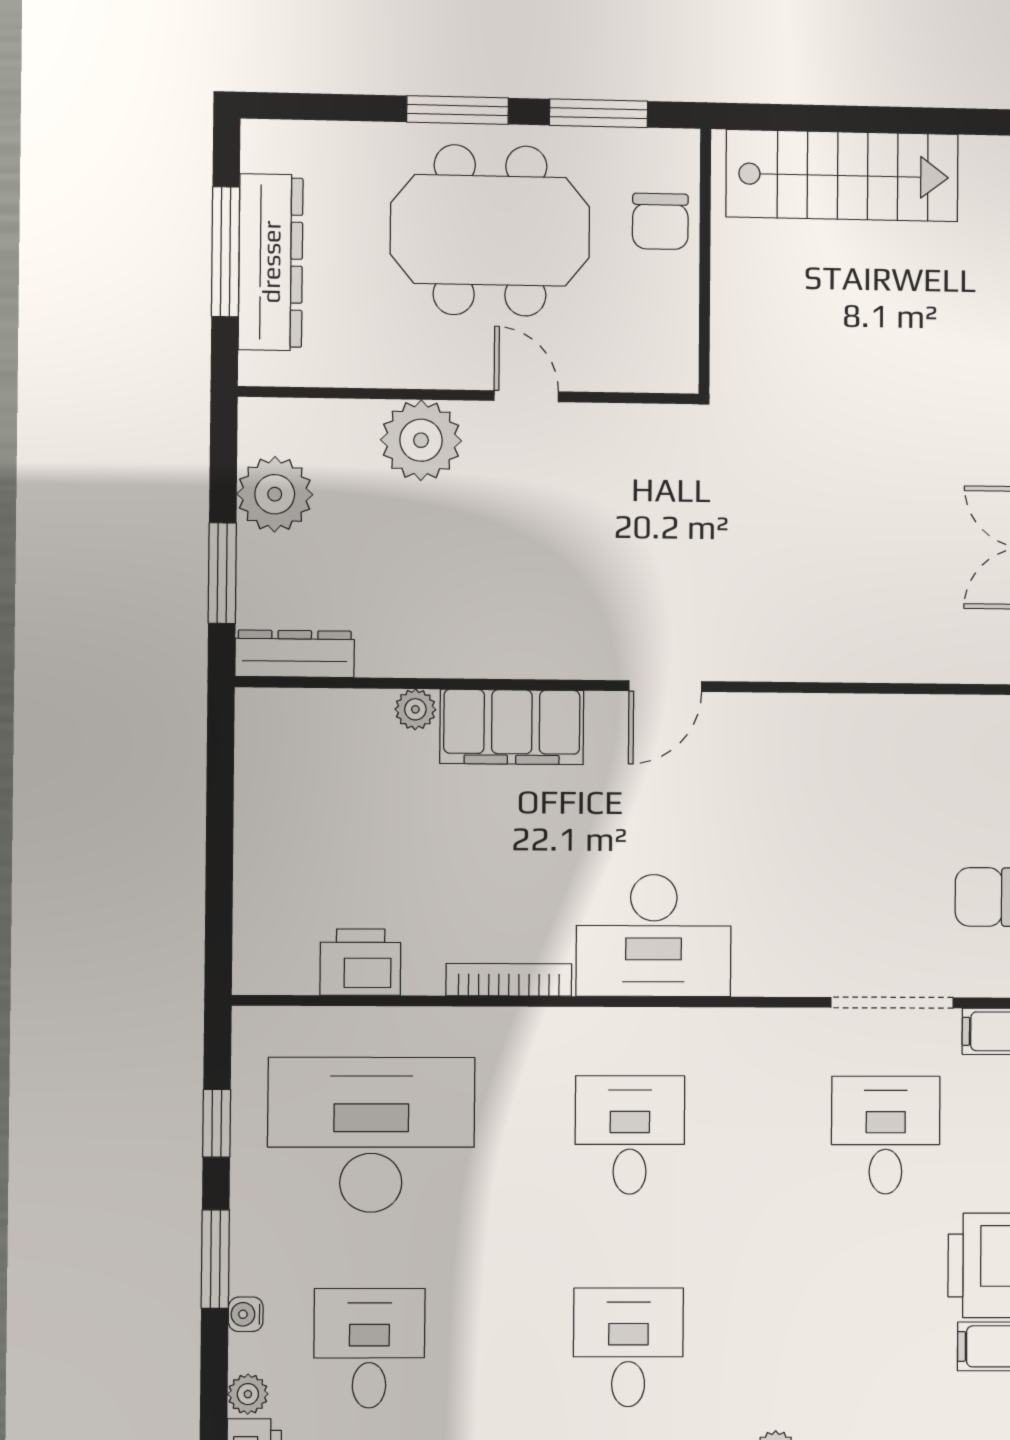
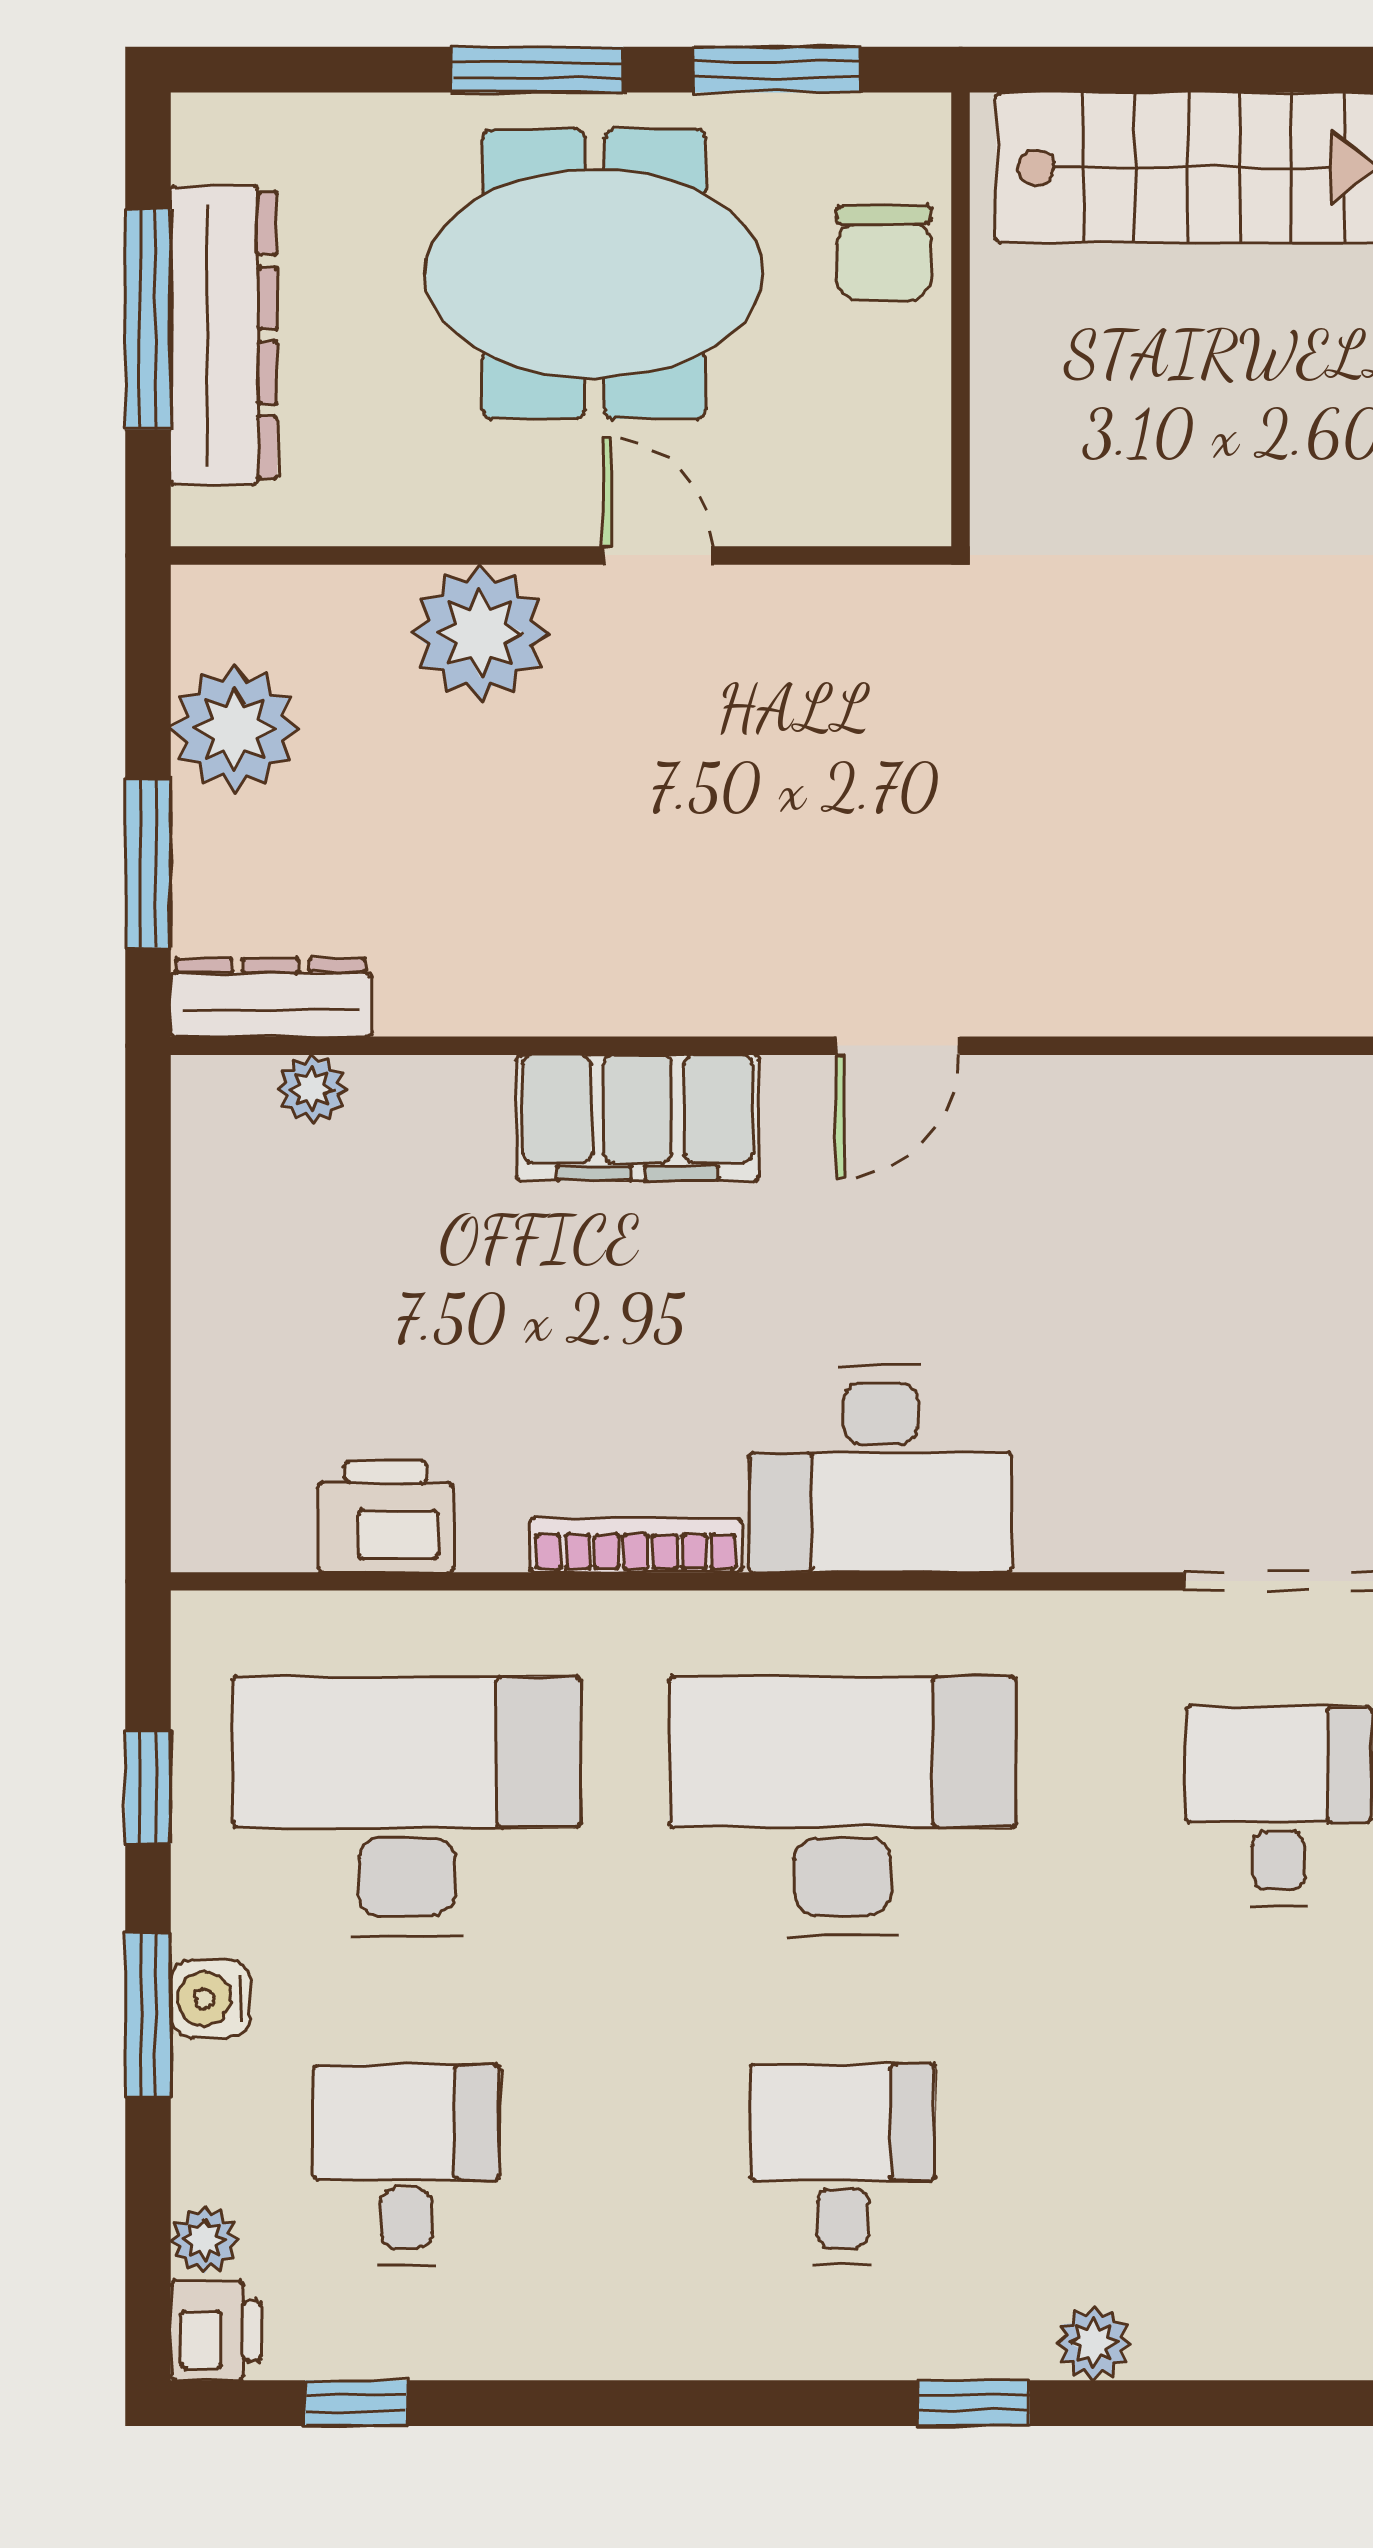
plant: (415, 709) -> (312, 1089), moved
desk: (630, 1135) -> (843, 1807), width x1.87, depth x1.30
water cooler: (246, 1314) -> (211, 1999), moved, width x1.38, depth x1.38

